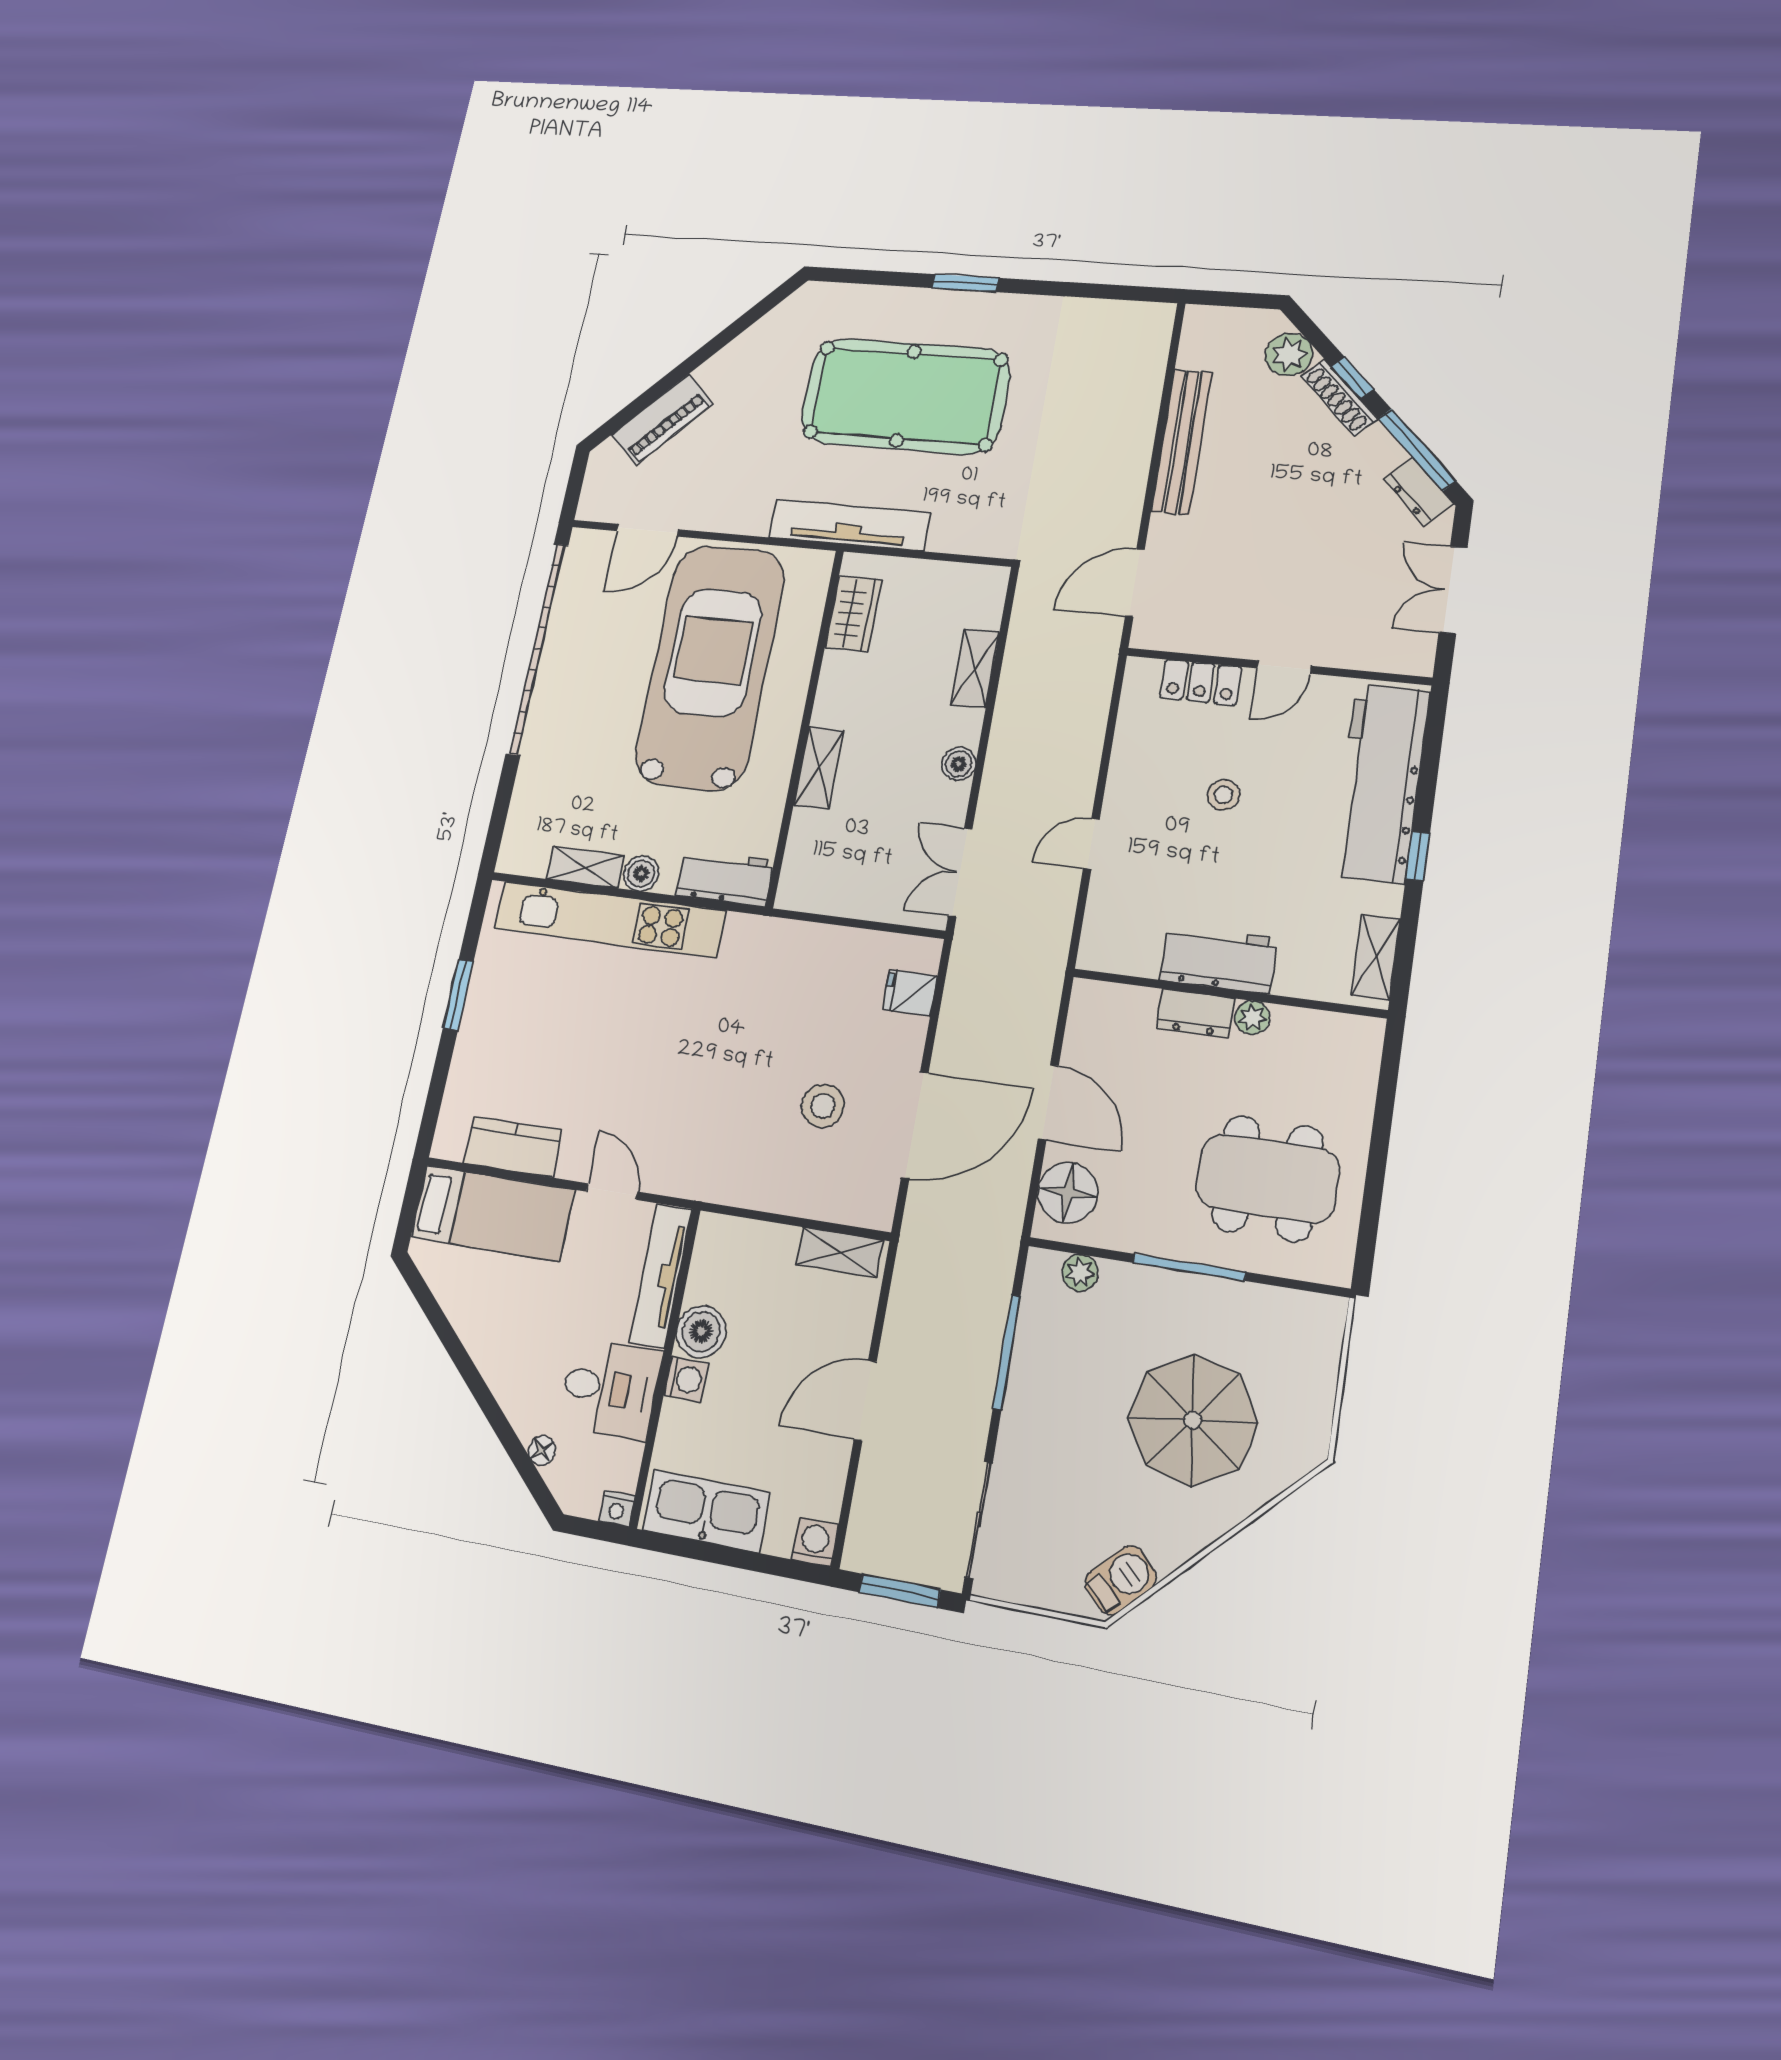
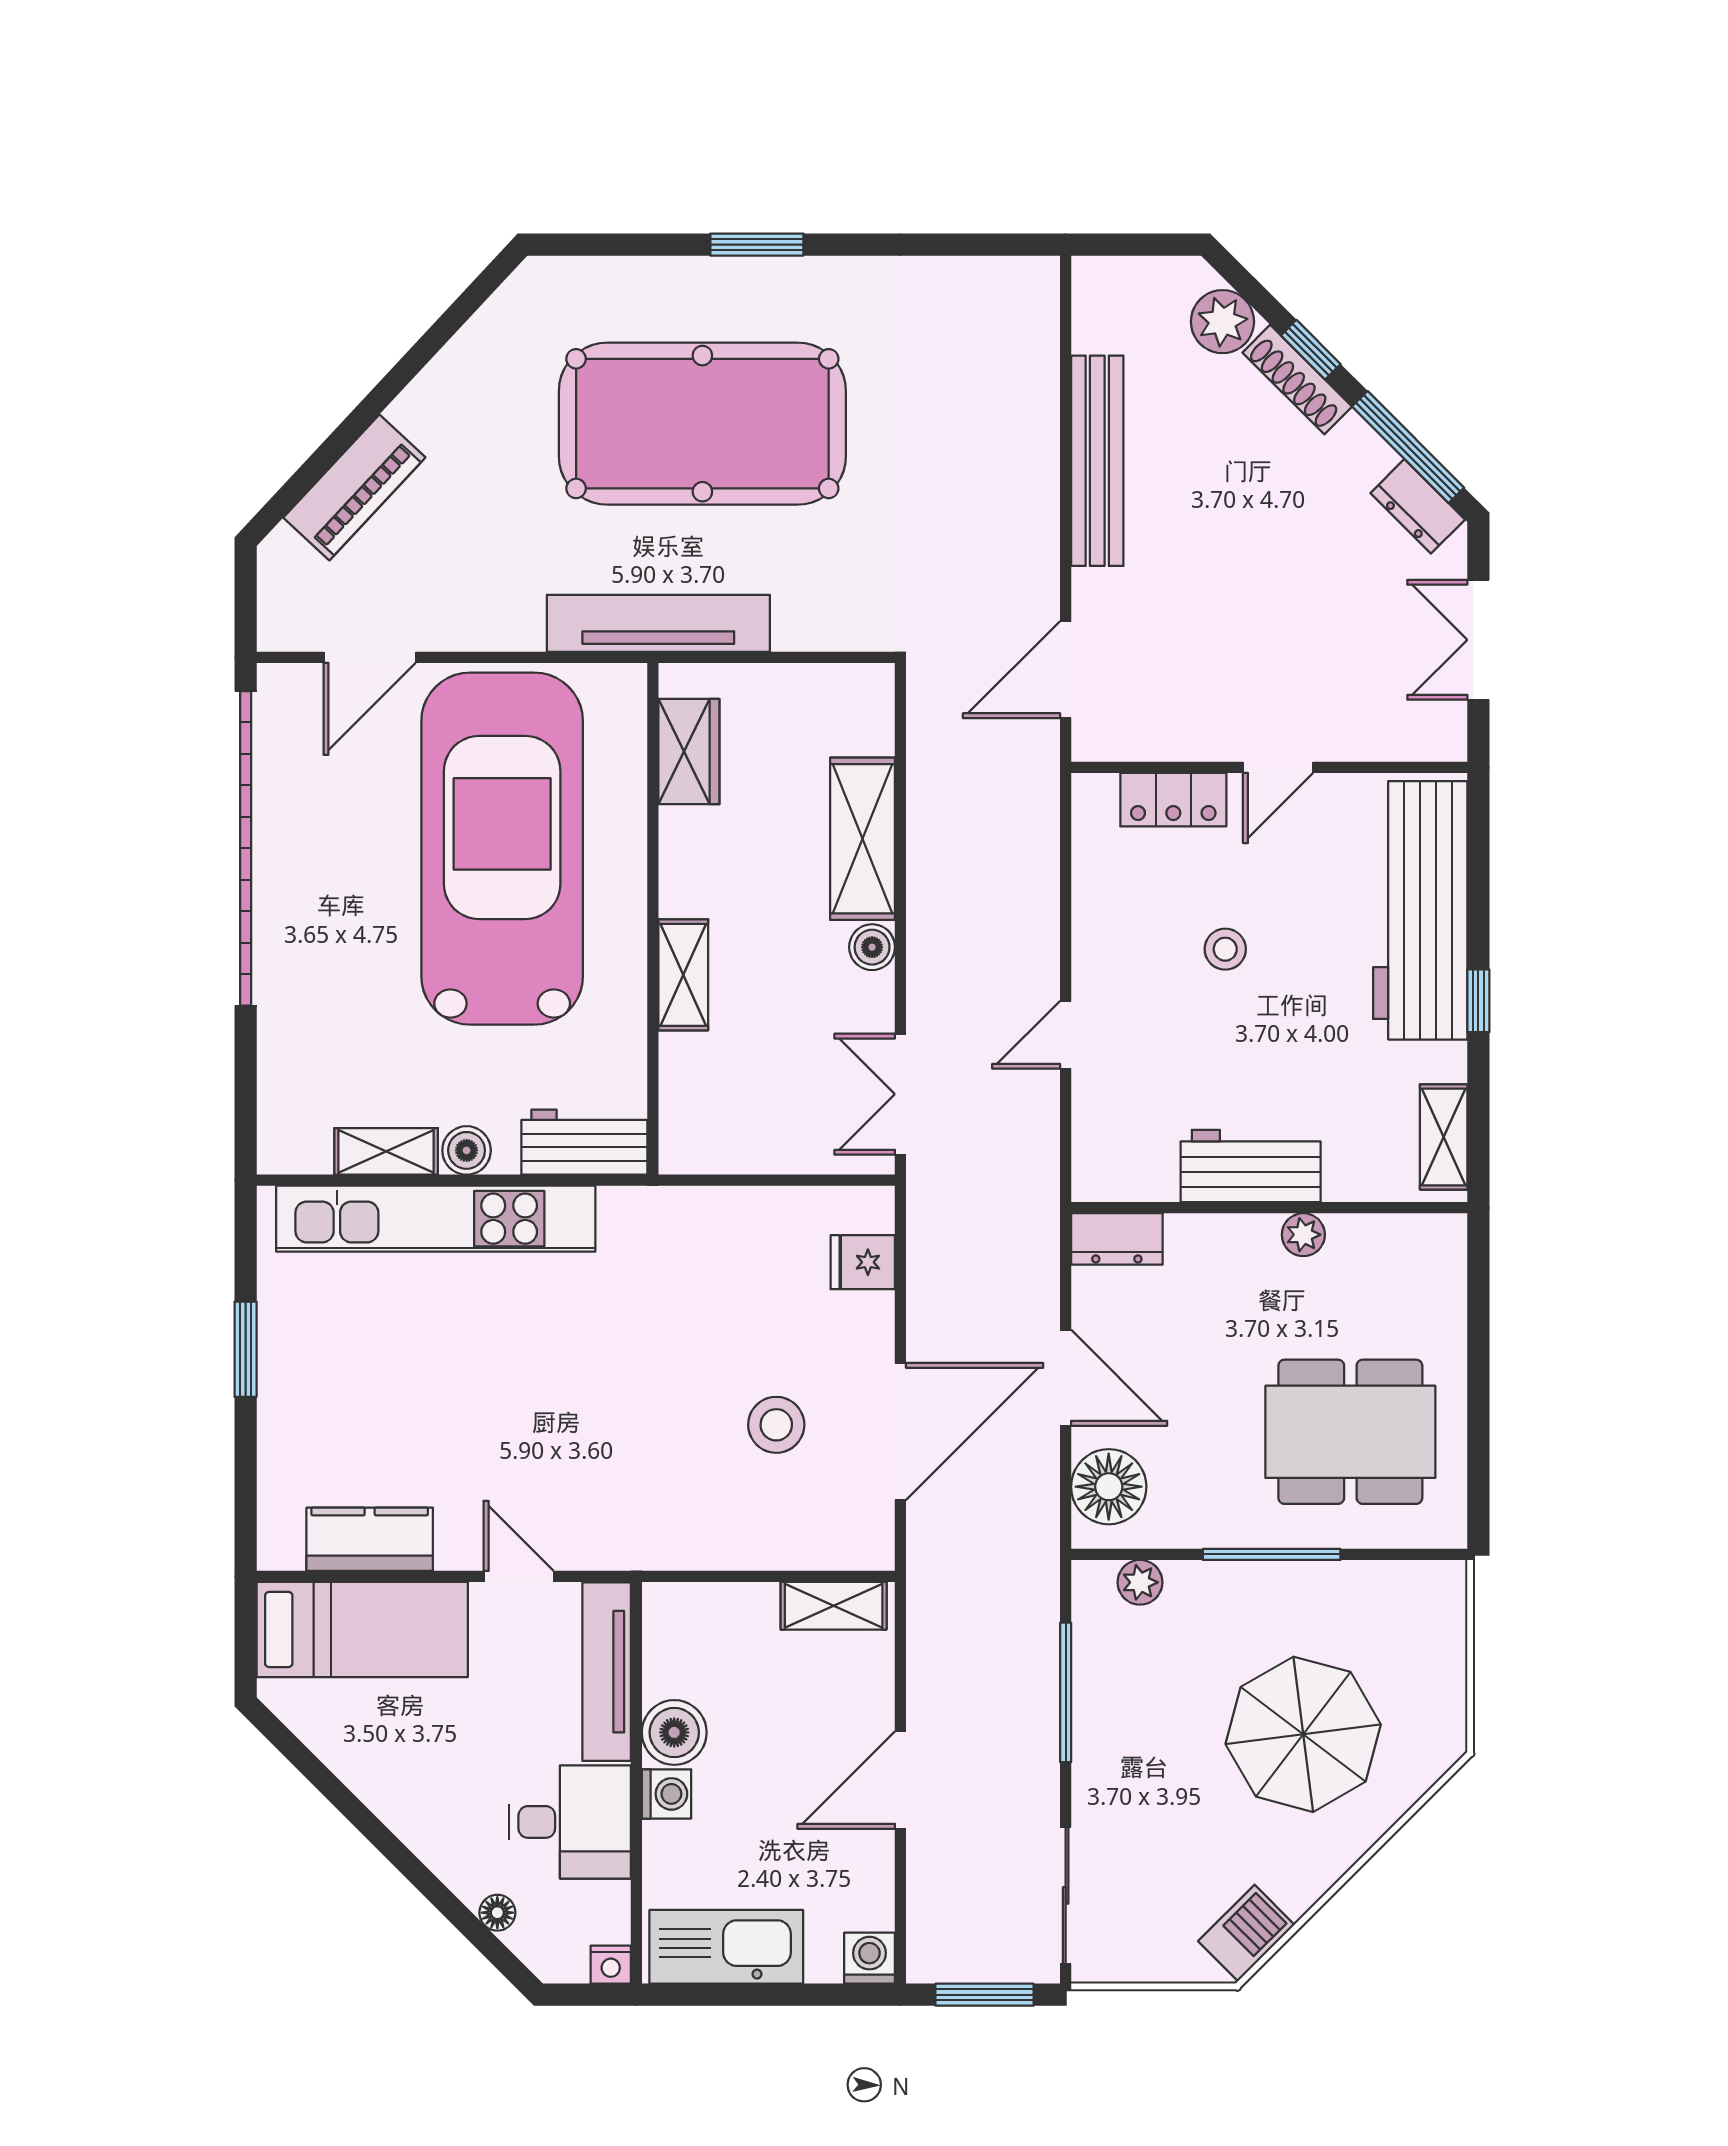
shelving: (975, 668) -> (863, 839), width x1.50, depth x1.33
dresser: (1195, 1013) -> (1117, 1239), moved

